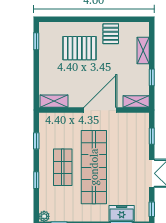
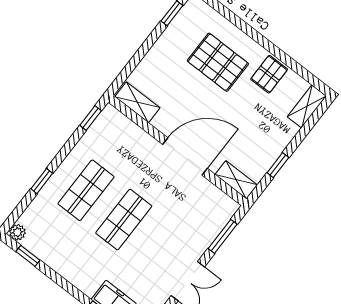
shelving: (143, 51) -> (307, 106), moved
window: (152, 136) -> (223, 236), width x1.50
window: (36, 141) -> (91, 118), moved
shop shelf: (94, 167) -> (124, 220), width x0.50, depth x0.74

